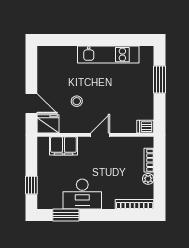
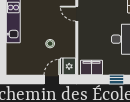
door: (100, 135) -> (77, 14), moved
filing cabinet: (63, 146) -> (91, 67), moved, turned -90

